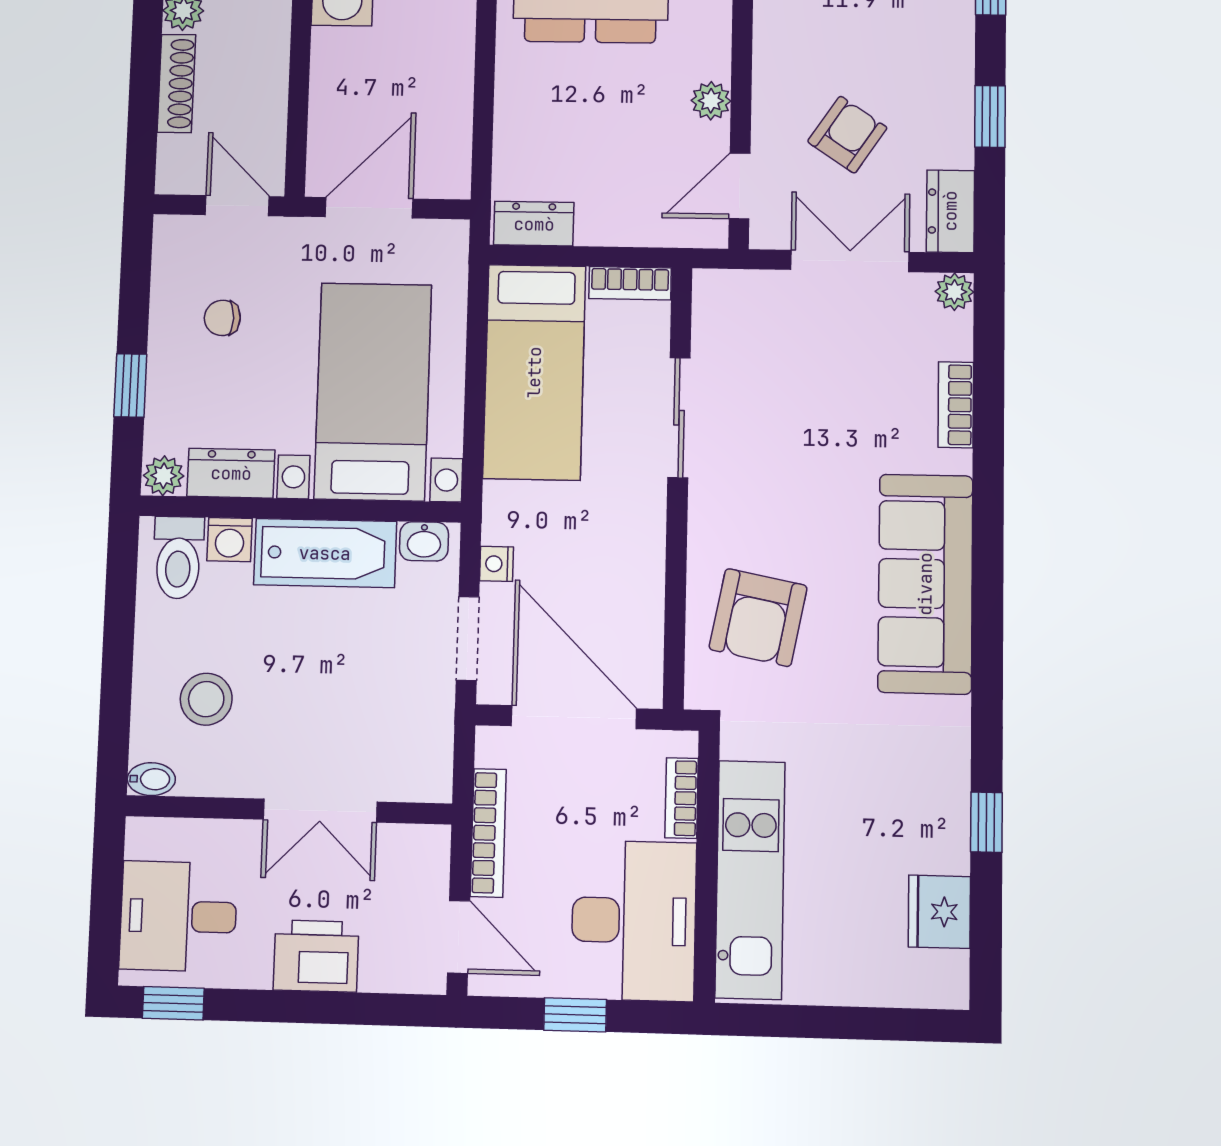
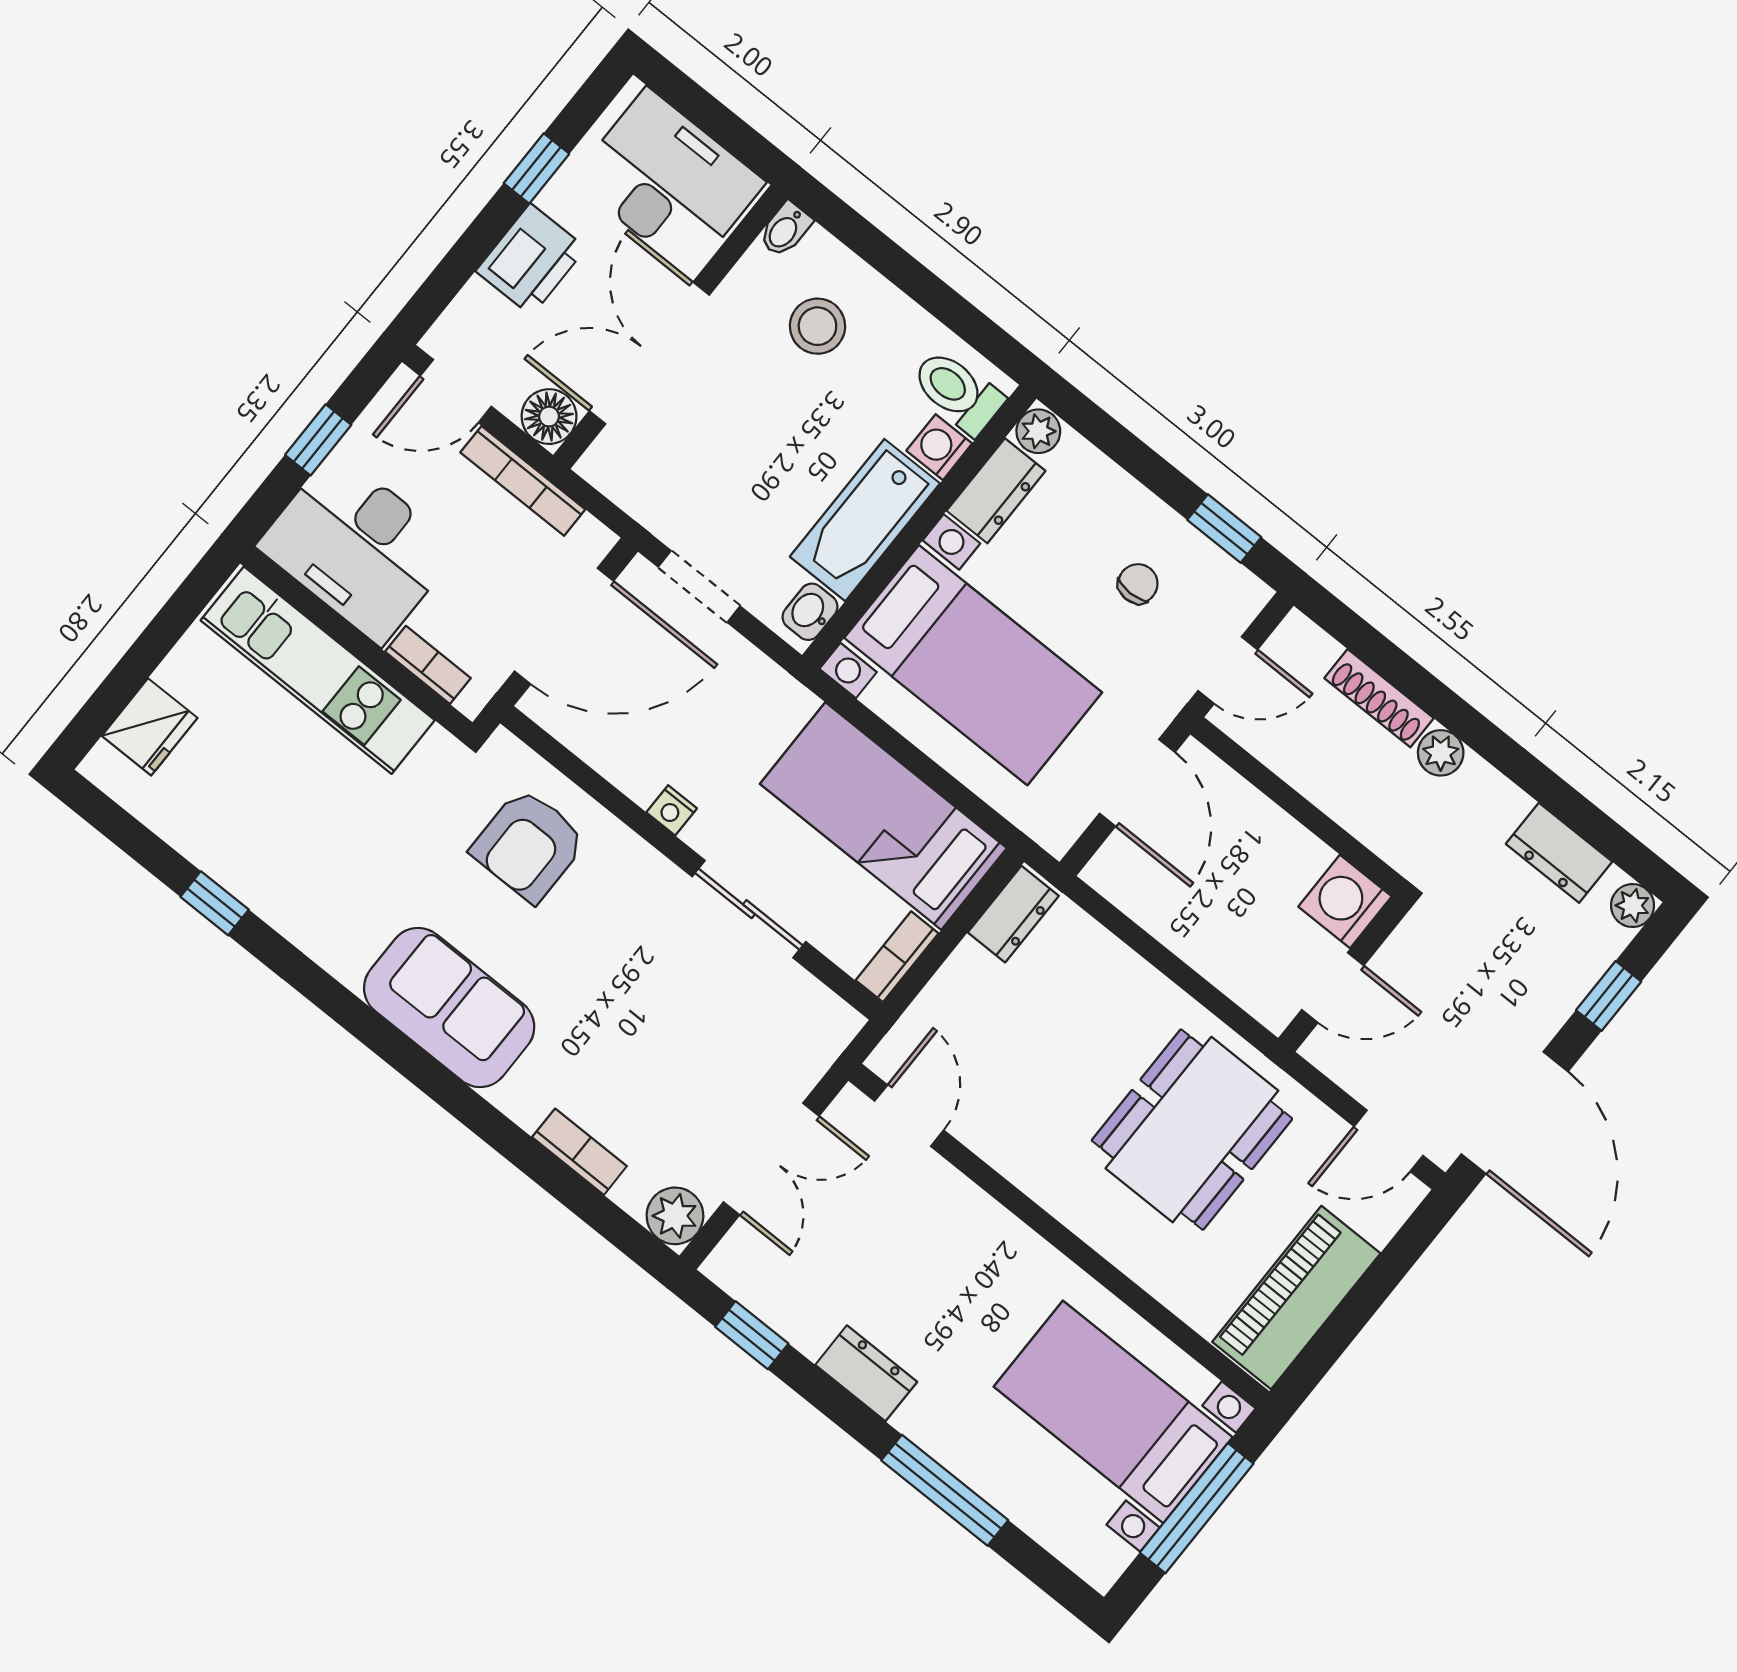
plant: (711, 101) -> (1003, 1149), removed
window: (990, 117) -> (752, 1335), moved
armchair: (847, 135) -> (882, 1243), removed
dresser: (950, 211) -> (866, 1373), moved
plant: (954, 292) -> (675, 1216), width x1.38, depth x1.38
window: (130, 385) -> (1224, 528), moved
nightstand: (496, 564) -> (672, 810), moved, turned 180
sofa: (925, 584) -> (449, 1008), width x0.73
armchair: (758, 618) -> (529, 845), turned -101
double door: (320, 811) -> (649, 353), width x1.37
floor lamp: (425, 850) -> (549, 417), added
fridge: (939, 912) -> (150, 727), moved, turned 90
desk: (178, 916) -> (669, 181), width x1.37
window: (173, 1003) -> (536, 169), moved

